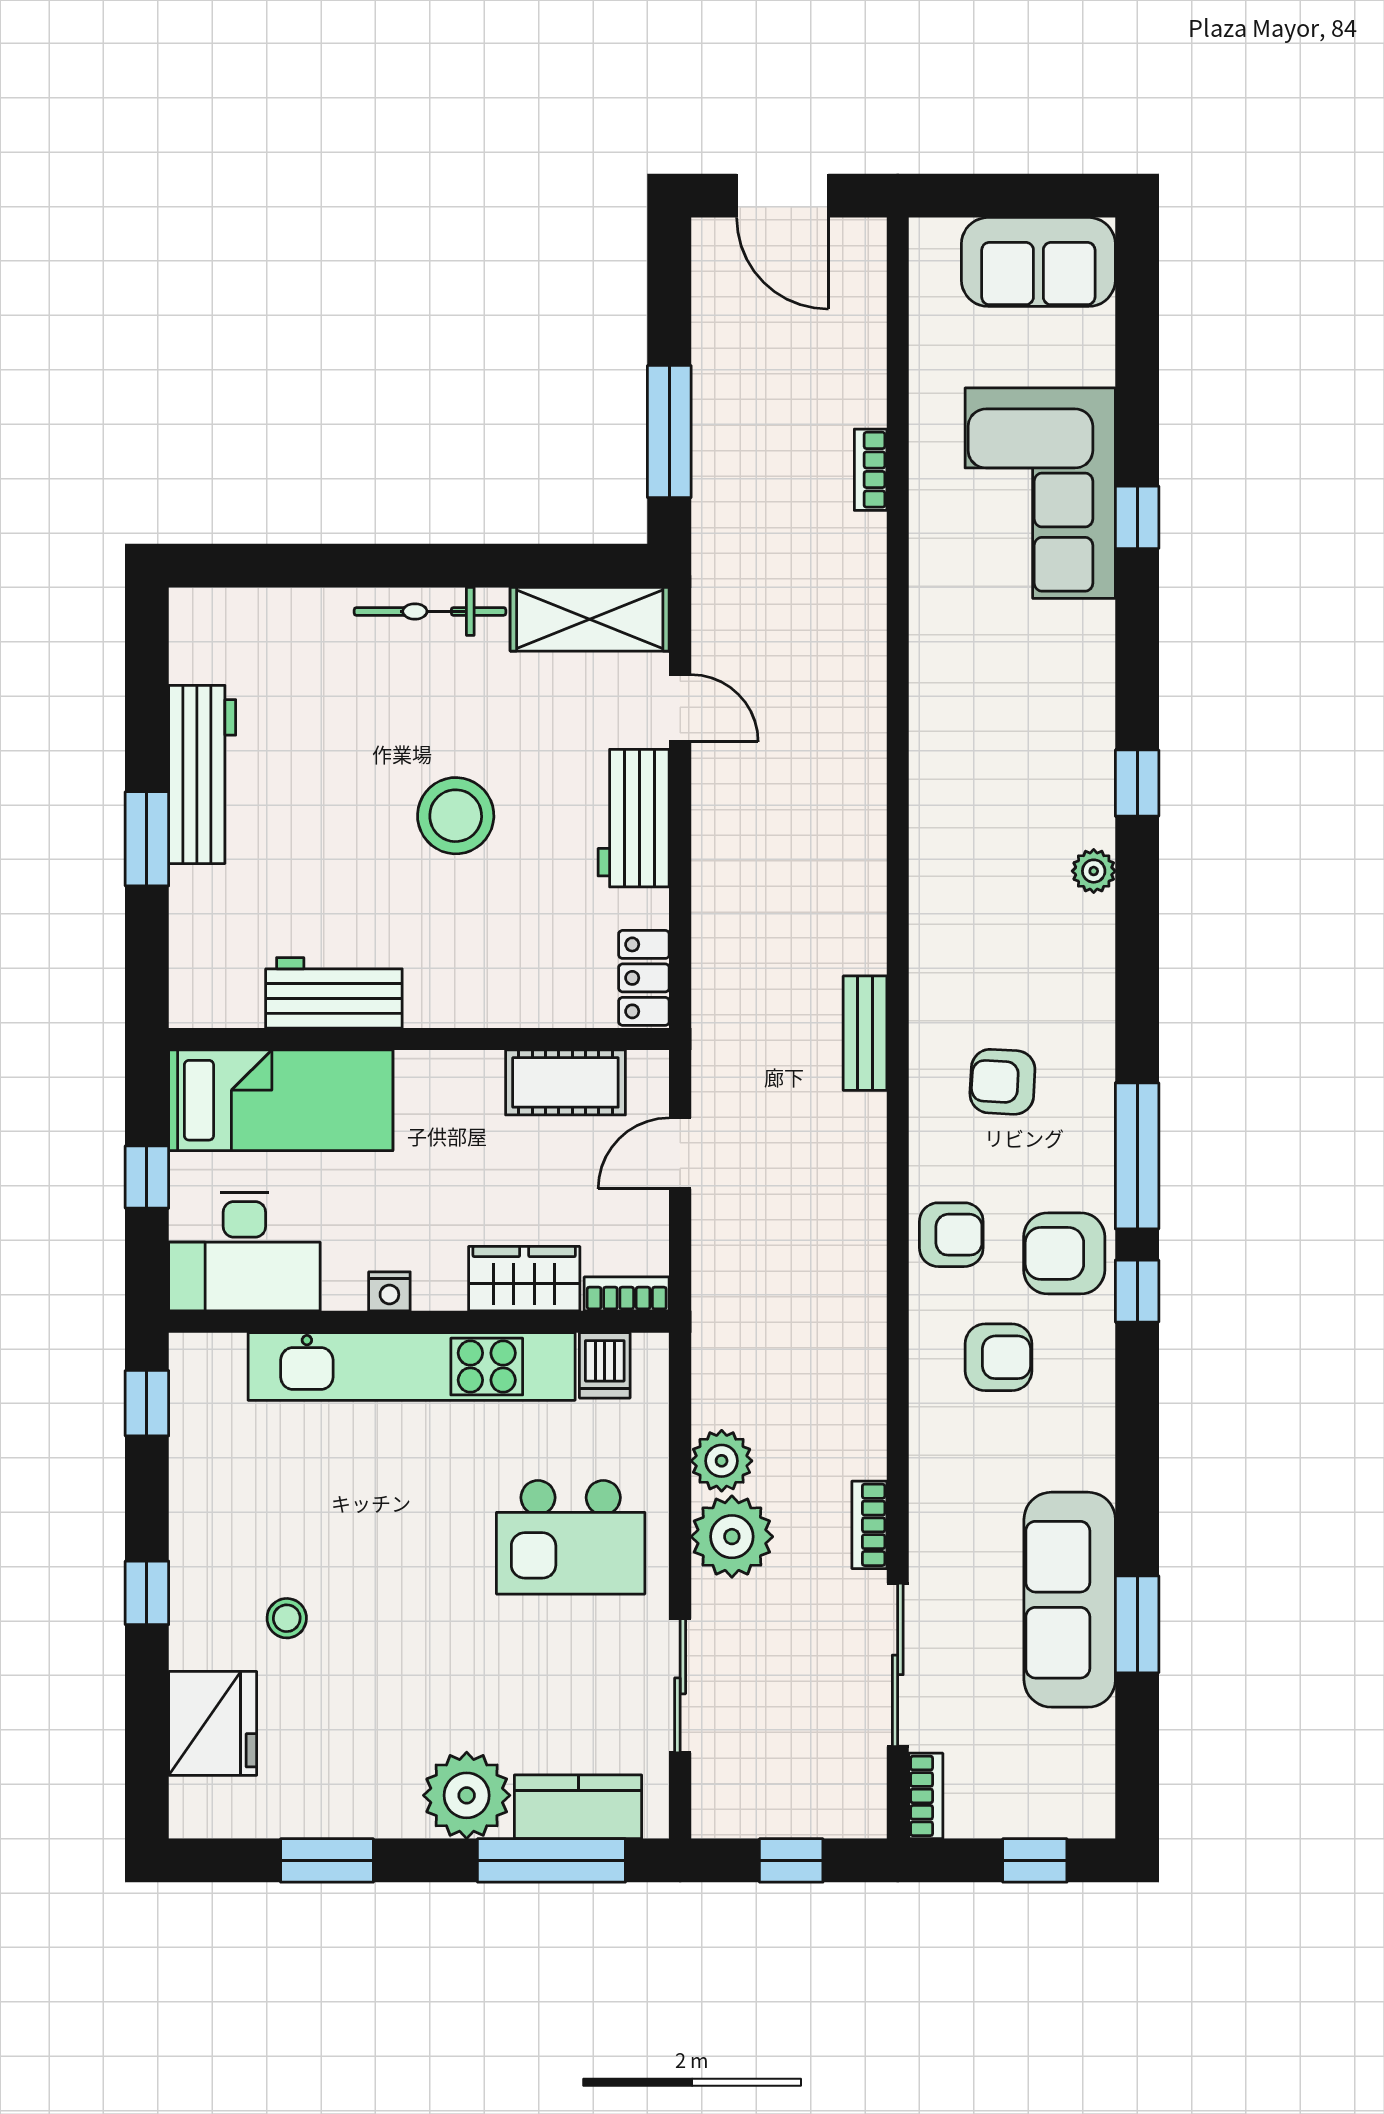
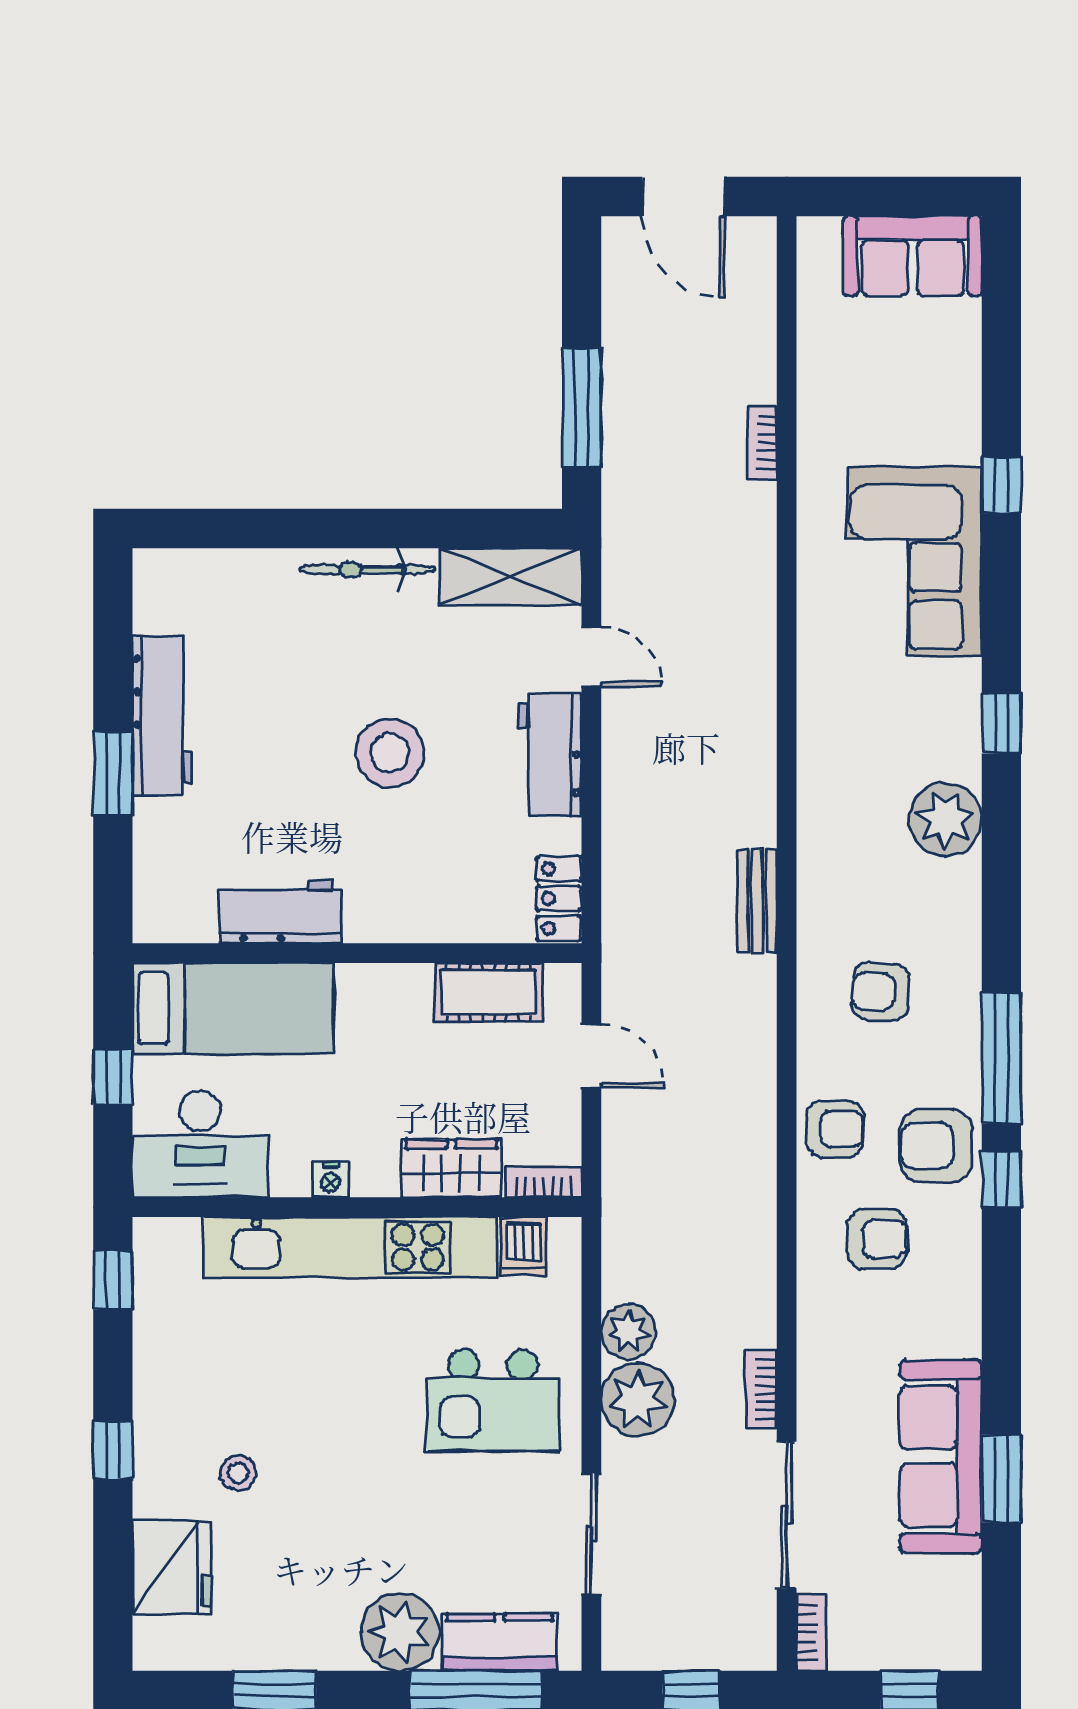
corner sofa: (1040, 493) -> (914, 561), moved
plant: (1094, 871) -> (945, 820), width x1.88, depth x1.88
bench: (865, 1033) -> (757, 901), moved
door: (680, 1153) -> (591, 1056), swing flipped

